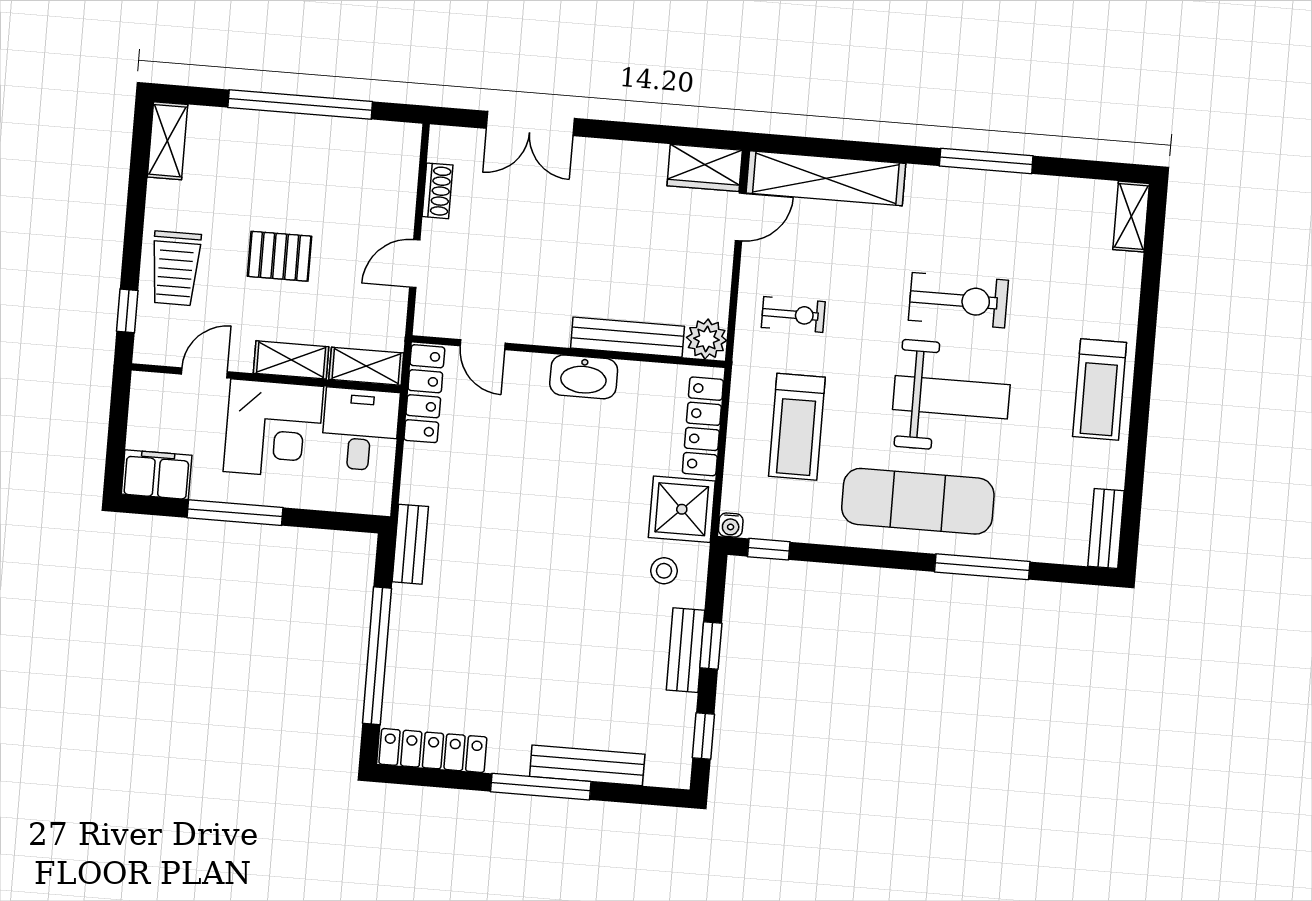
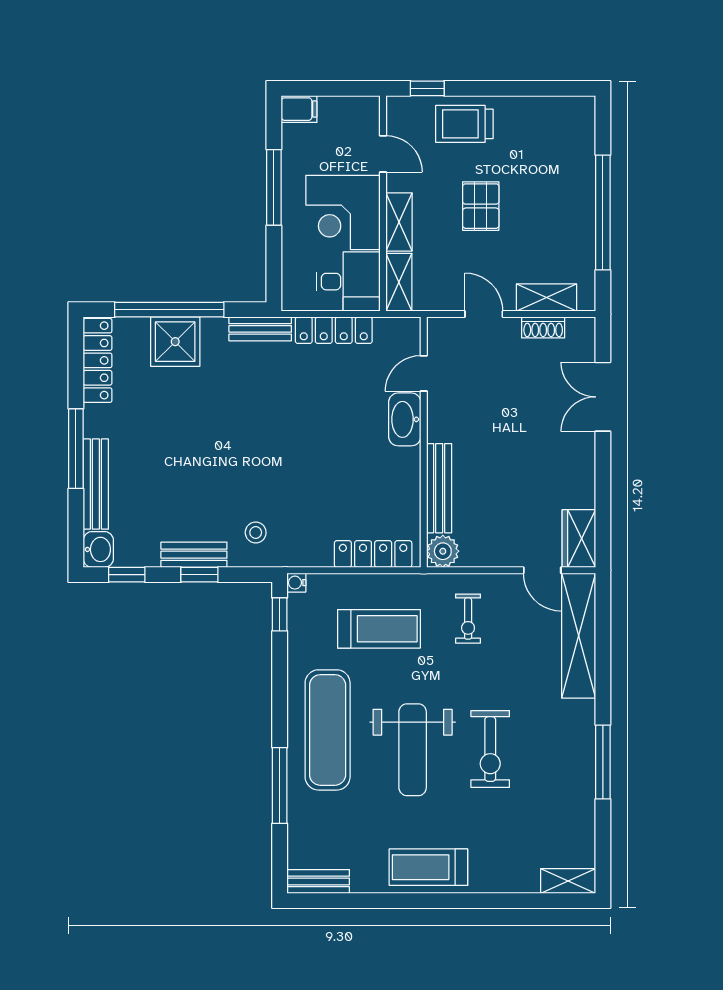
shelving: (167, 141) -> (547, 298), moved
washbasin: (584, 377) -> (405, 419), moved
locker: (424, 394) -> (334, 330), moved
treadmill: (797, 427) -> (379, 629), turned 180
filing cabinet: (157, 475) -> (299, 109), width x0.50
shower: (682, 509) -> (175, 342), moved
washbasin: (669, 769) -> (98, 549), added

